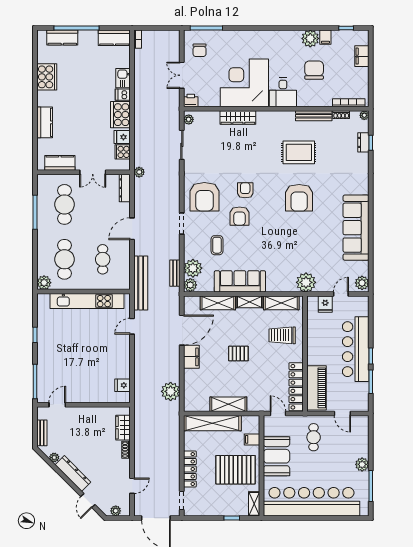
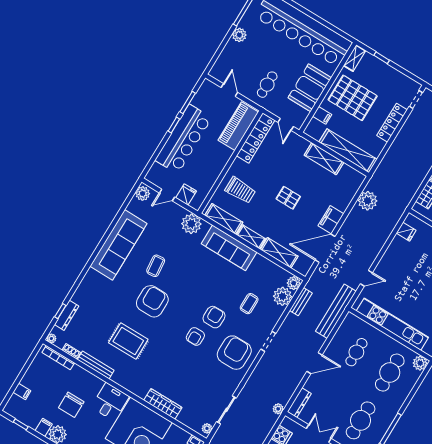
filing cabinet: (362, 56) -> (22, 391), width x0.50
dresser: (363, 142) -> (67, 315), width x1.44
coffee table: (314, 229) -> (156, 266), added
sofa: (240, 281) -> (229, 248), moved

